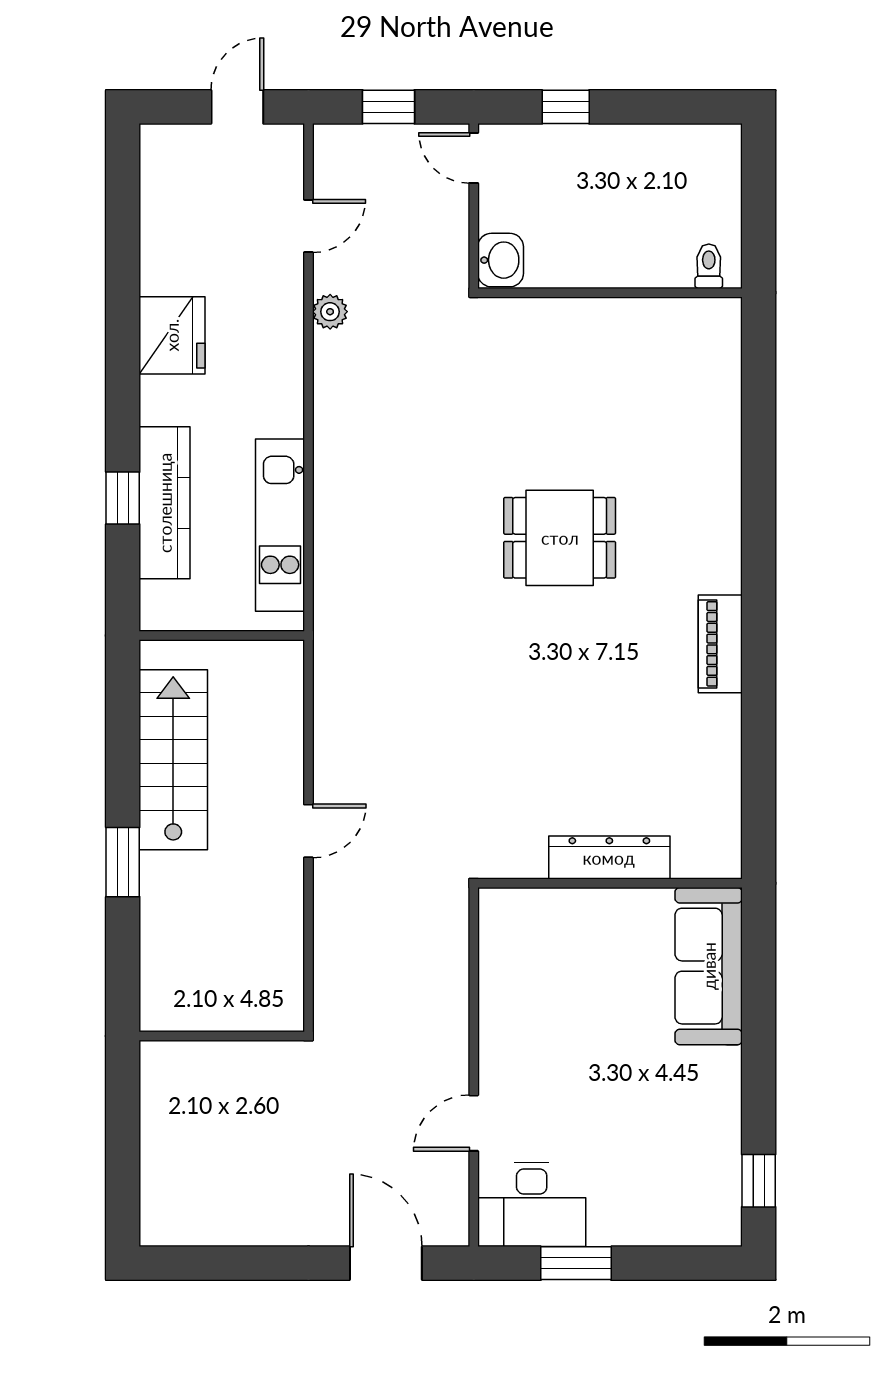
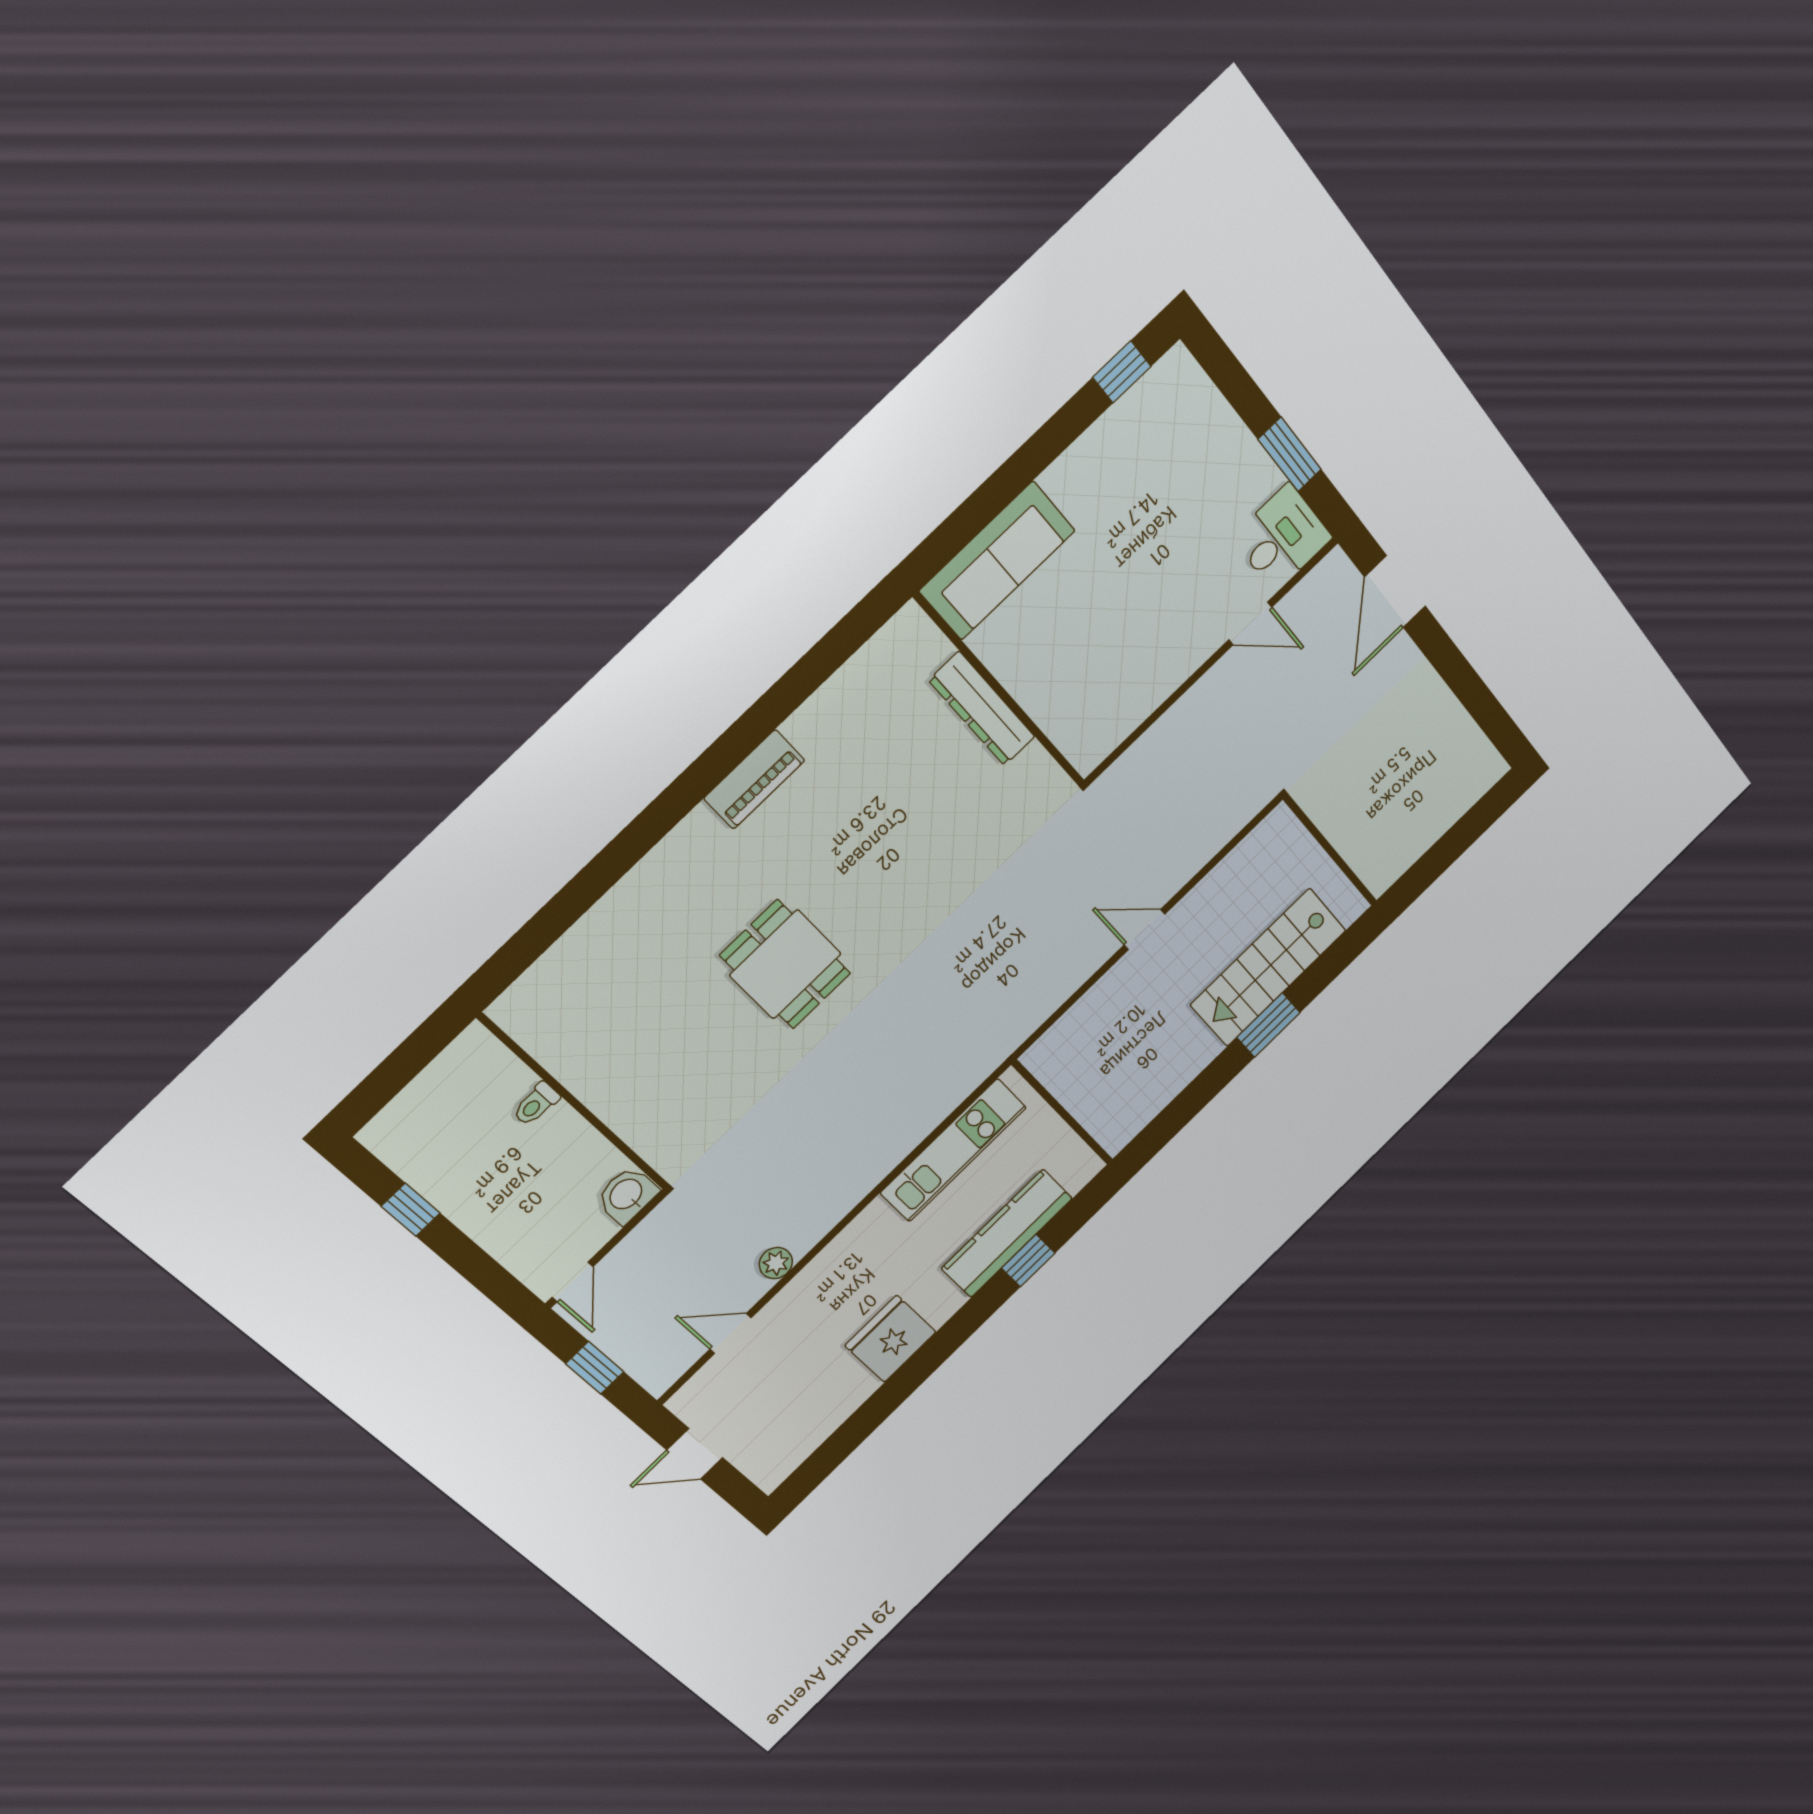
window: (566, 107) -> (411, 1210), moved
toilet: (709, 266) -> (536, 1104), moved
stairs: (173, 760) -> (1268, 967), moved
desk: (532, 1204) -> (1282, 538), width x0.73

